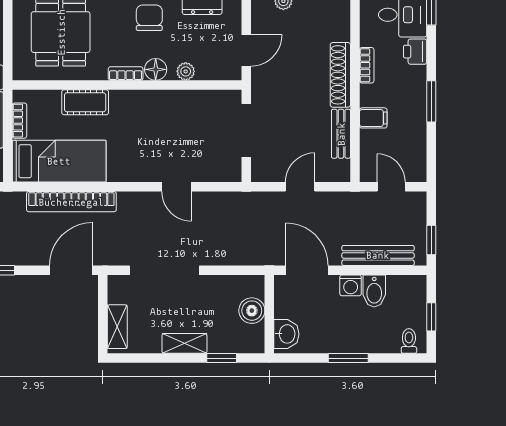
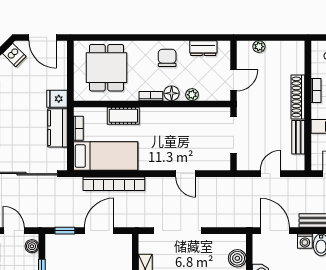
door: (71, 270) -> (99, 231), moved

